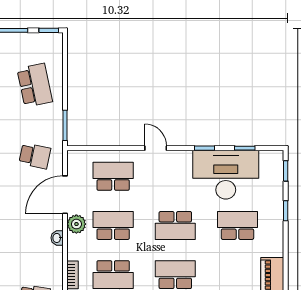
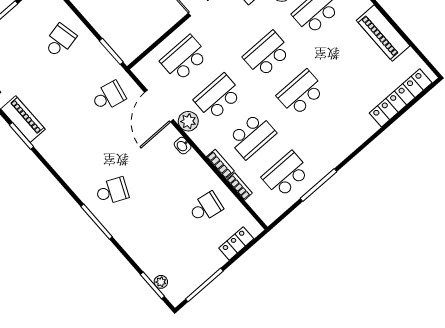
school desk: (35, 85) -> (60, 41), width x0.54
school desk: (175, 225) -> (267, 54), turned 180

